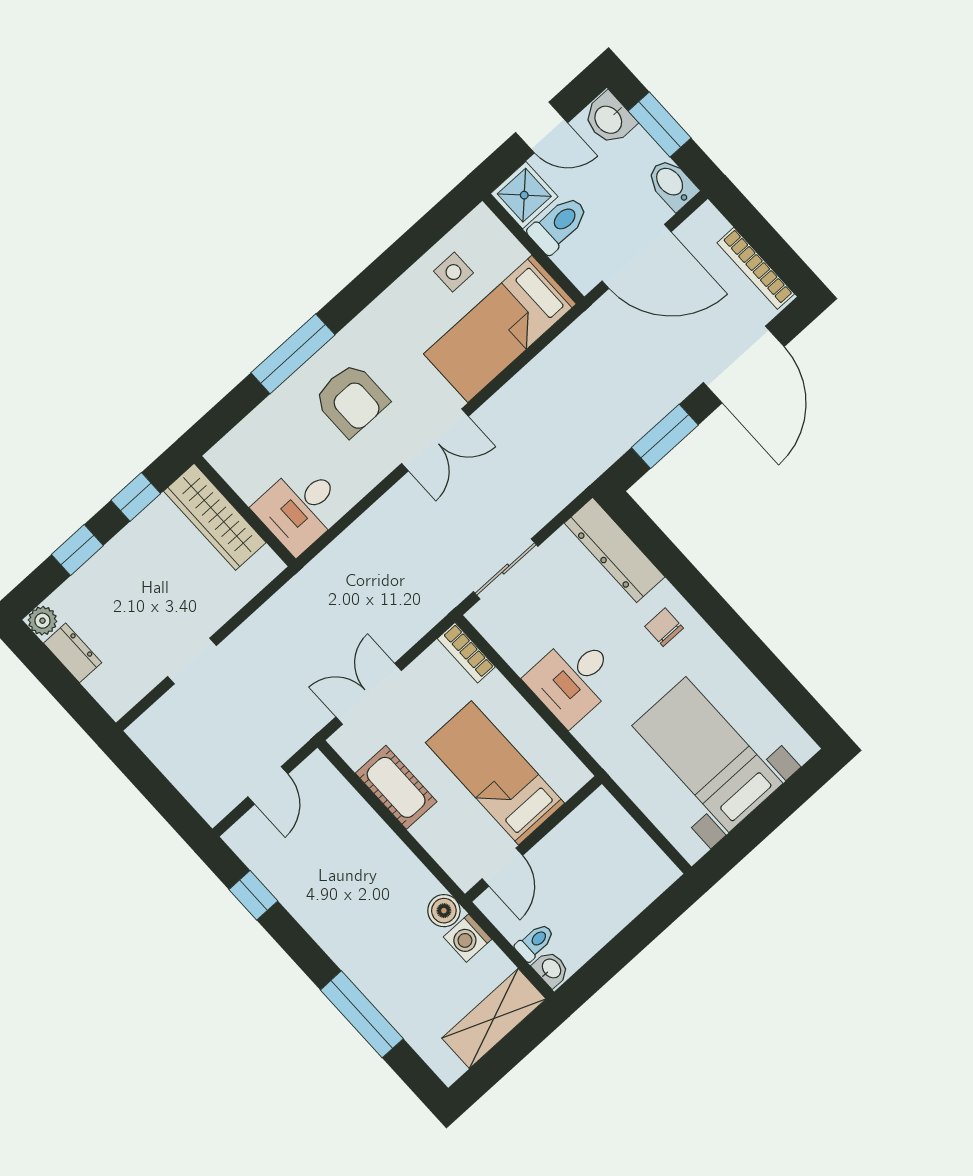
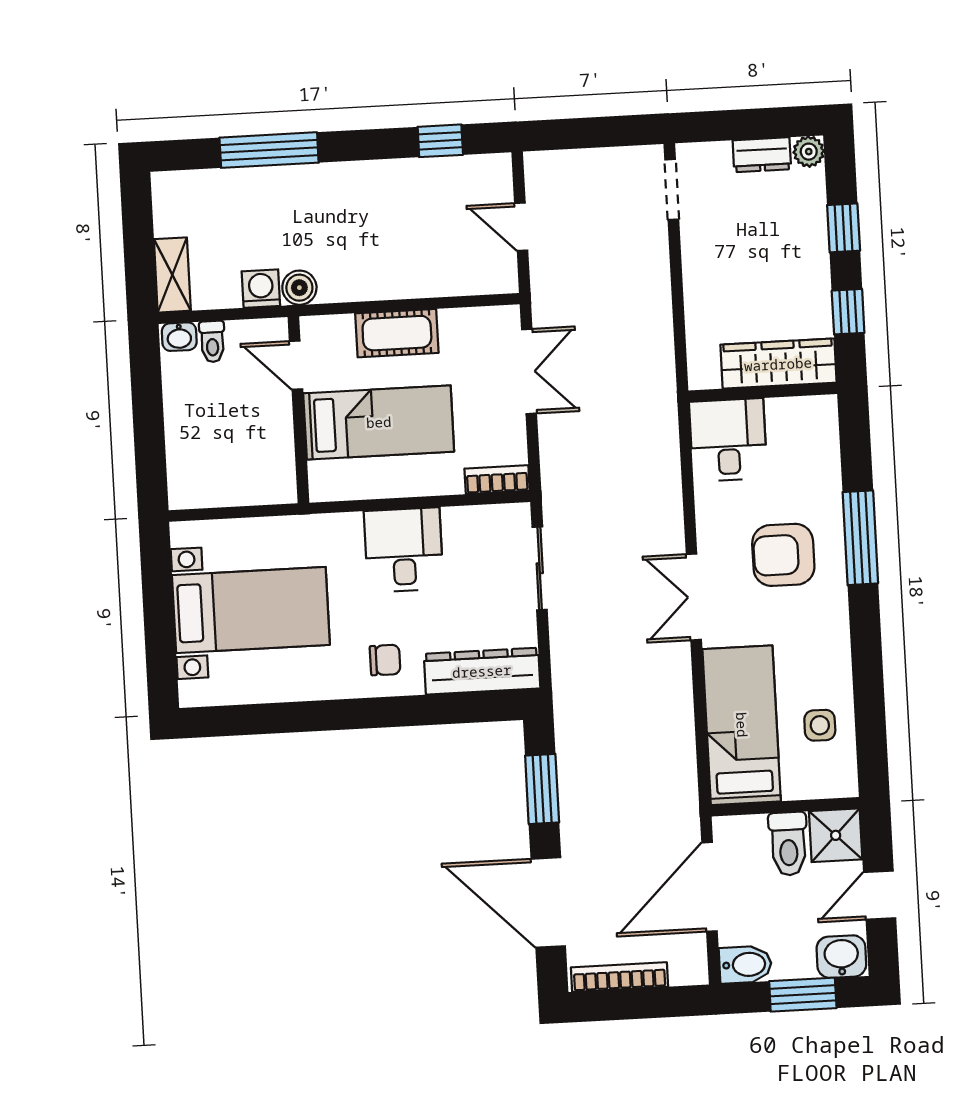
doorway: (192, 661) -> (672, 189), moved
cot: (396, 787) -> (397, 333), moved
shelving: (494, 1018) -> (172, 275), width x0.67, depth x0.75

